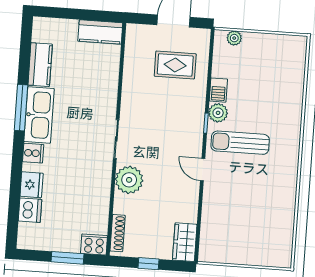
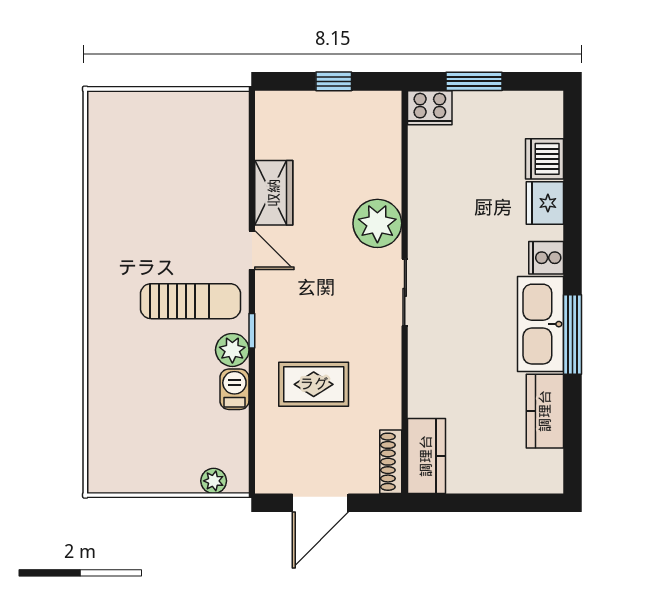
kitchen counter: (100, 32) -> (426, 456), moved, turned 90
rug: (175, 65) -> (314, 384), moved
shoe rack: (118, 233) -> (391, 462), moved
wardrobe: (185, 242) -> (274, 193), moved

